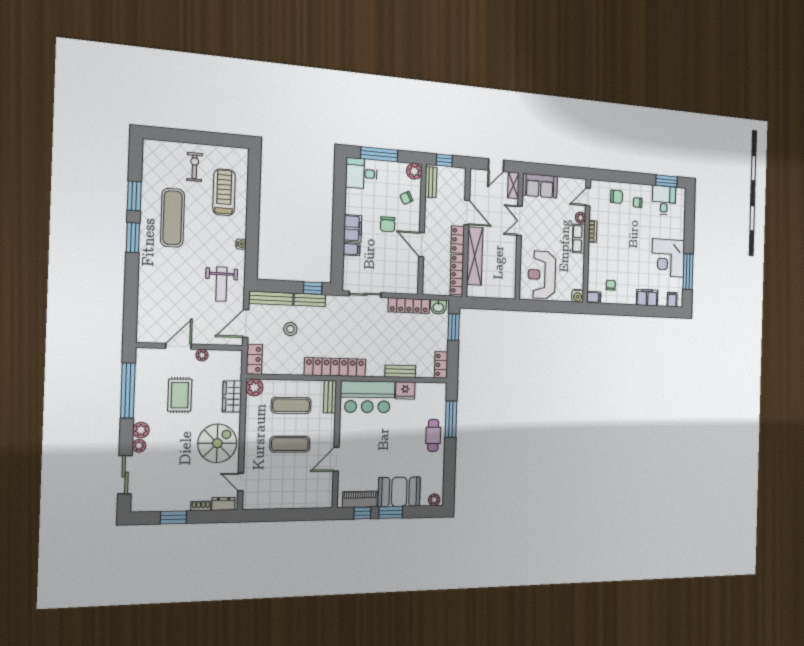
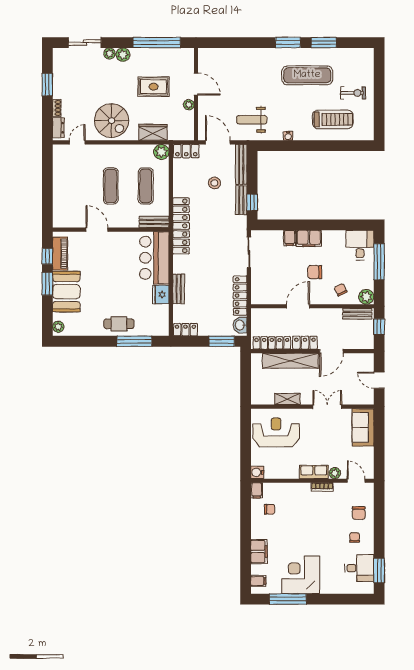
shelving: (513, 185) -> (287, 399), moved

